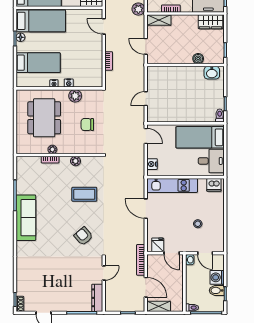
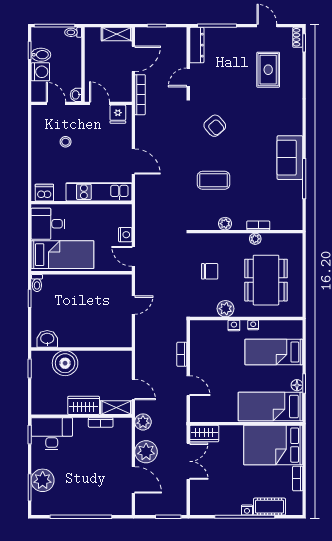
wardrobe: (211, 22) -> (84, 405), moved
door: (104, 26) -> (188, 386), moved
door: (146, 46) -> (133, 390), moved
boiler: (198, 59) -> (65, 363), width x1.86, depth x1.86
nightstand: (152, 164) -> (125, 235), moved
sofa: (26, 218) -> (290, 158), width x0.73
rug: (42, 279) -> (268, 70), added
door: (146, 287) -> (133, 59), swing flipped

